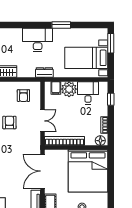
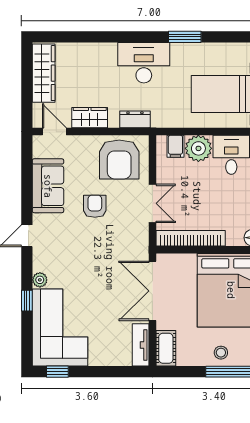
dresser: (44, 72) -> (135, 119), moved
armchair: (23, 96) -> (119, 159), width x1.88, depth x1.88

